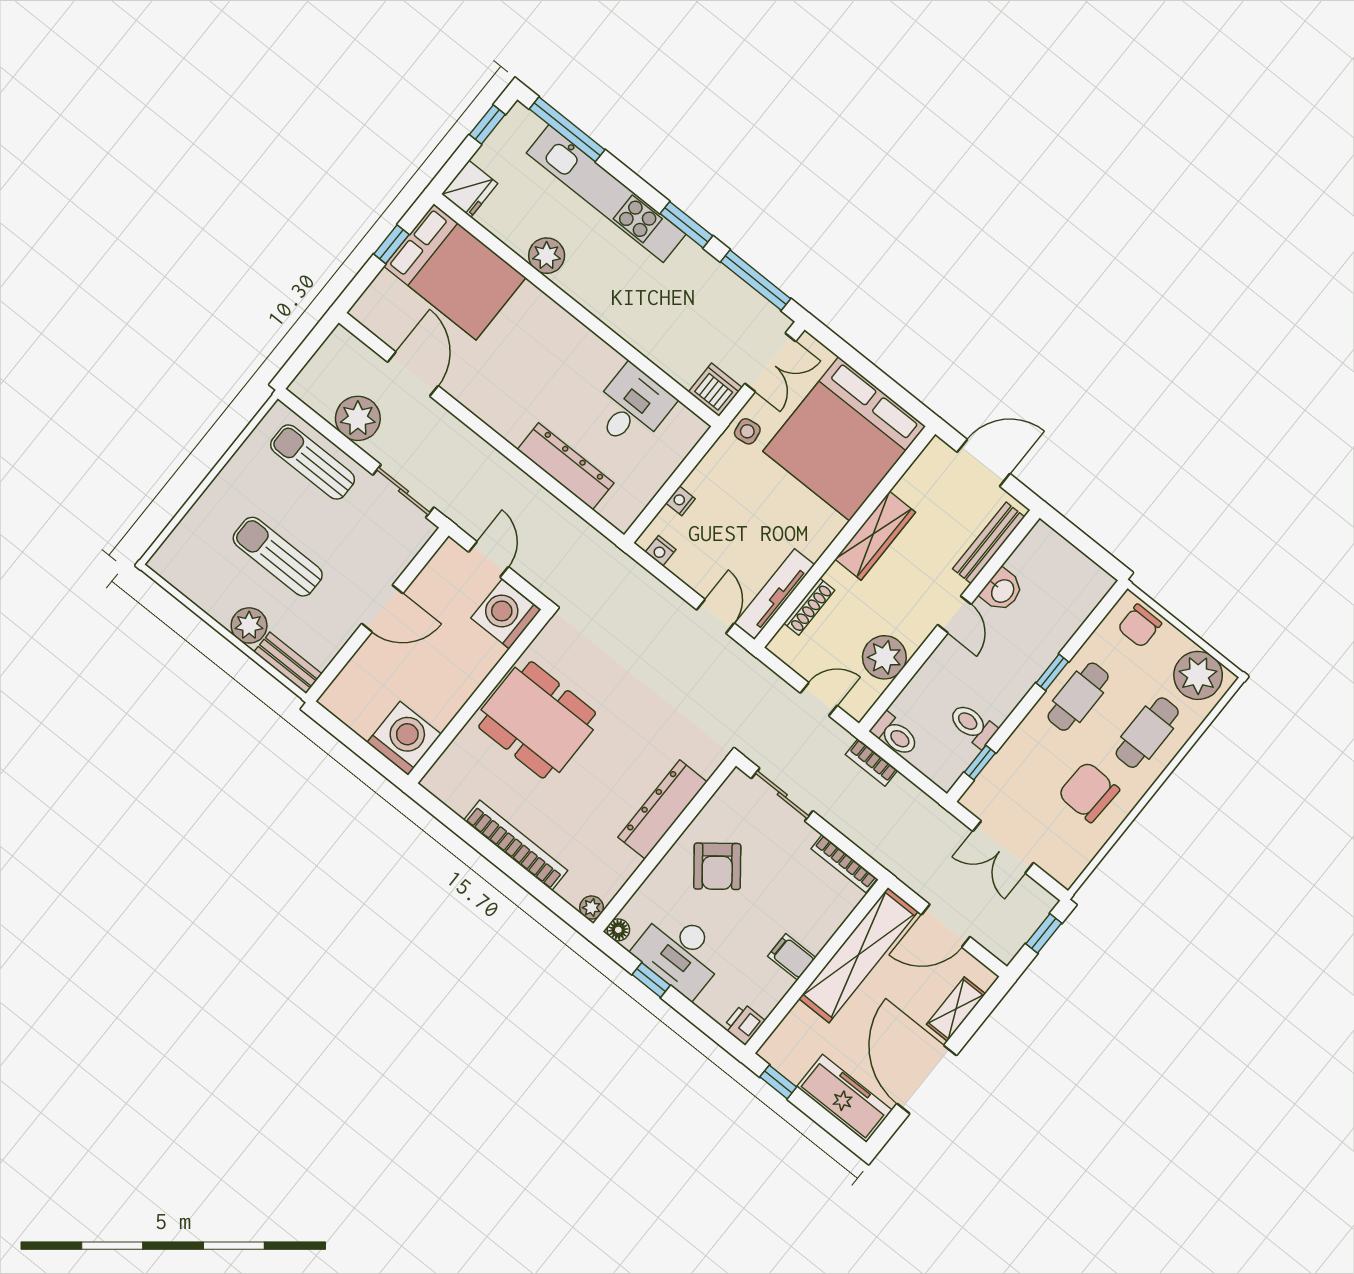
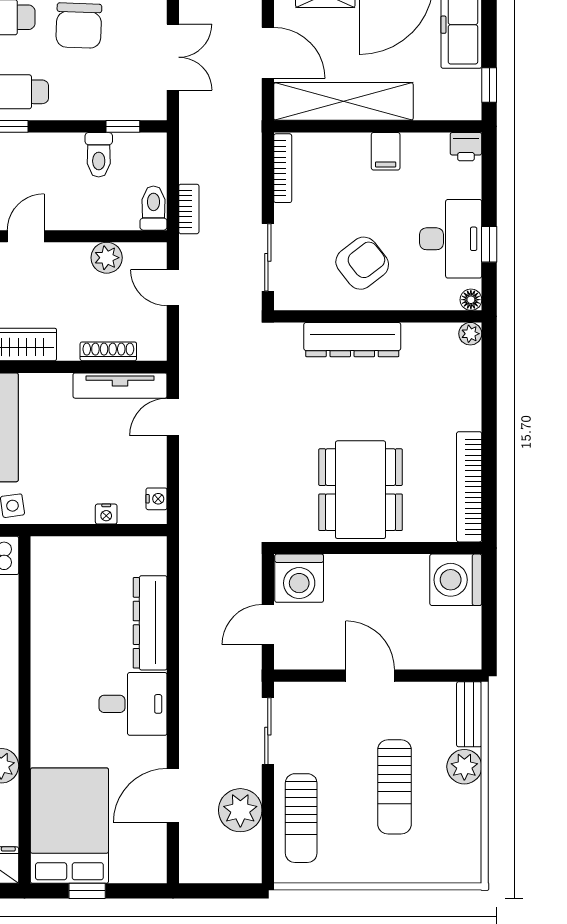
desk: (632, 407) -> (133, 704), moved, turned 180
plant: (884, 657) -> (107, 258), width x0.73, depth x0.73
bookcase: (516, 845) -> (469, 487), moved

